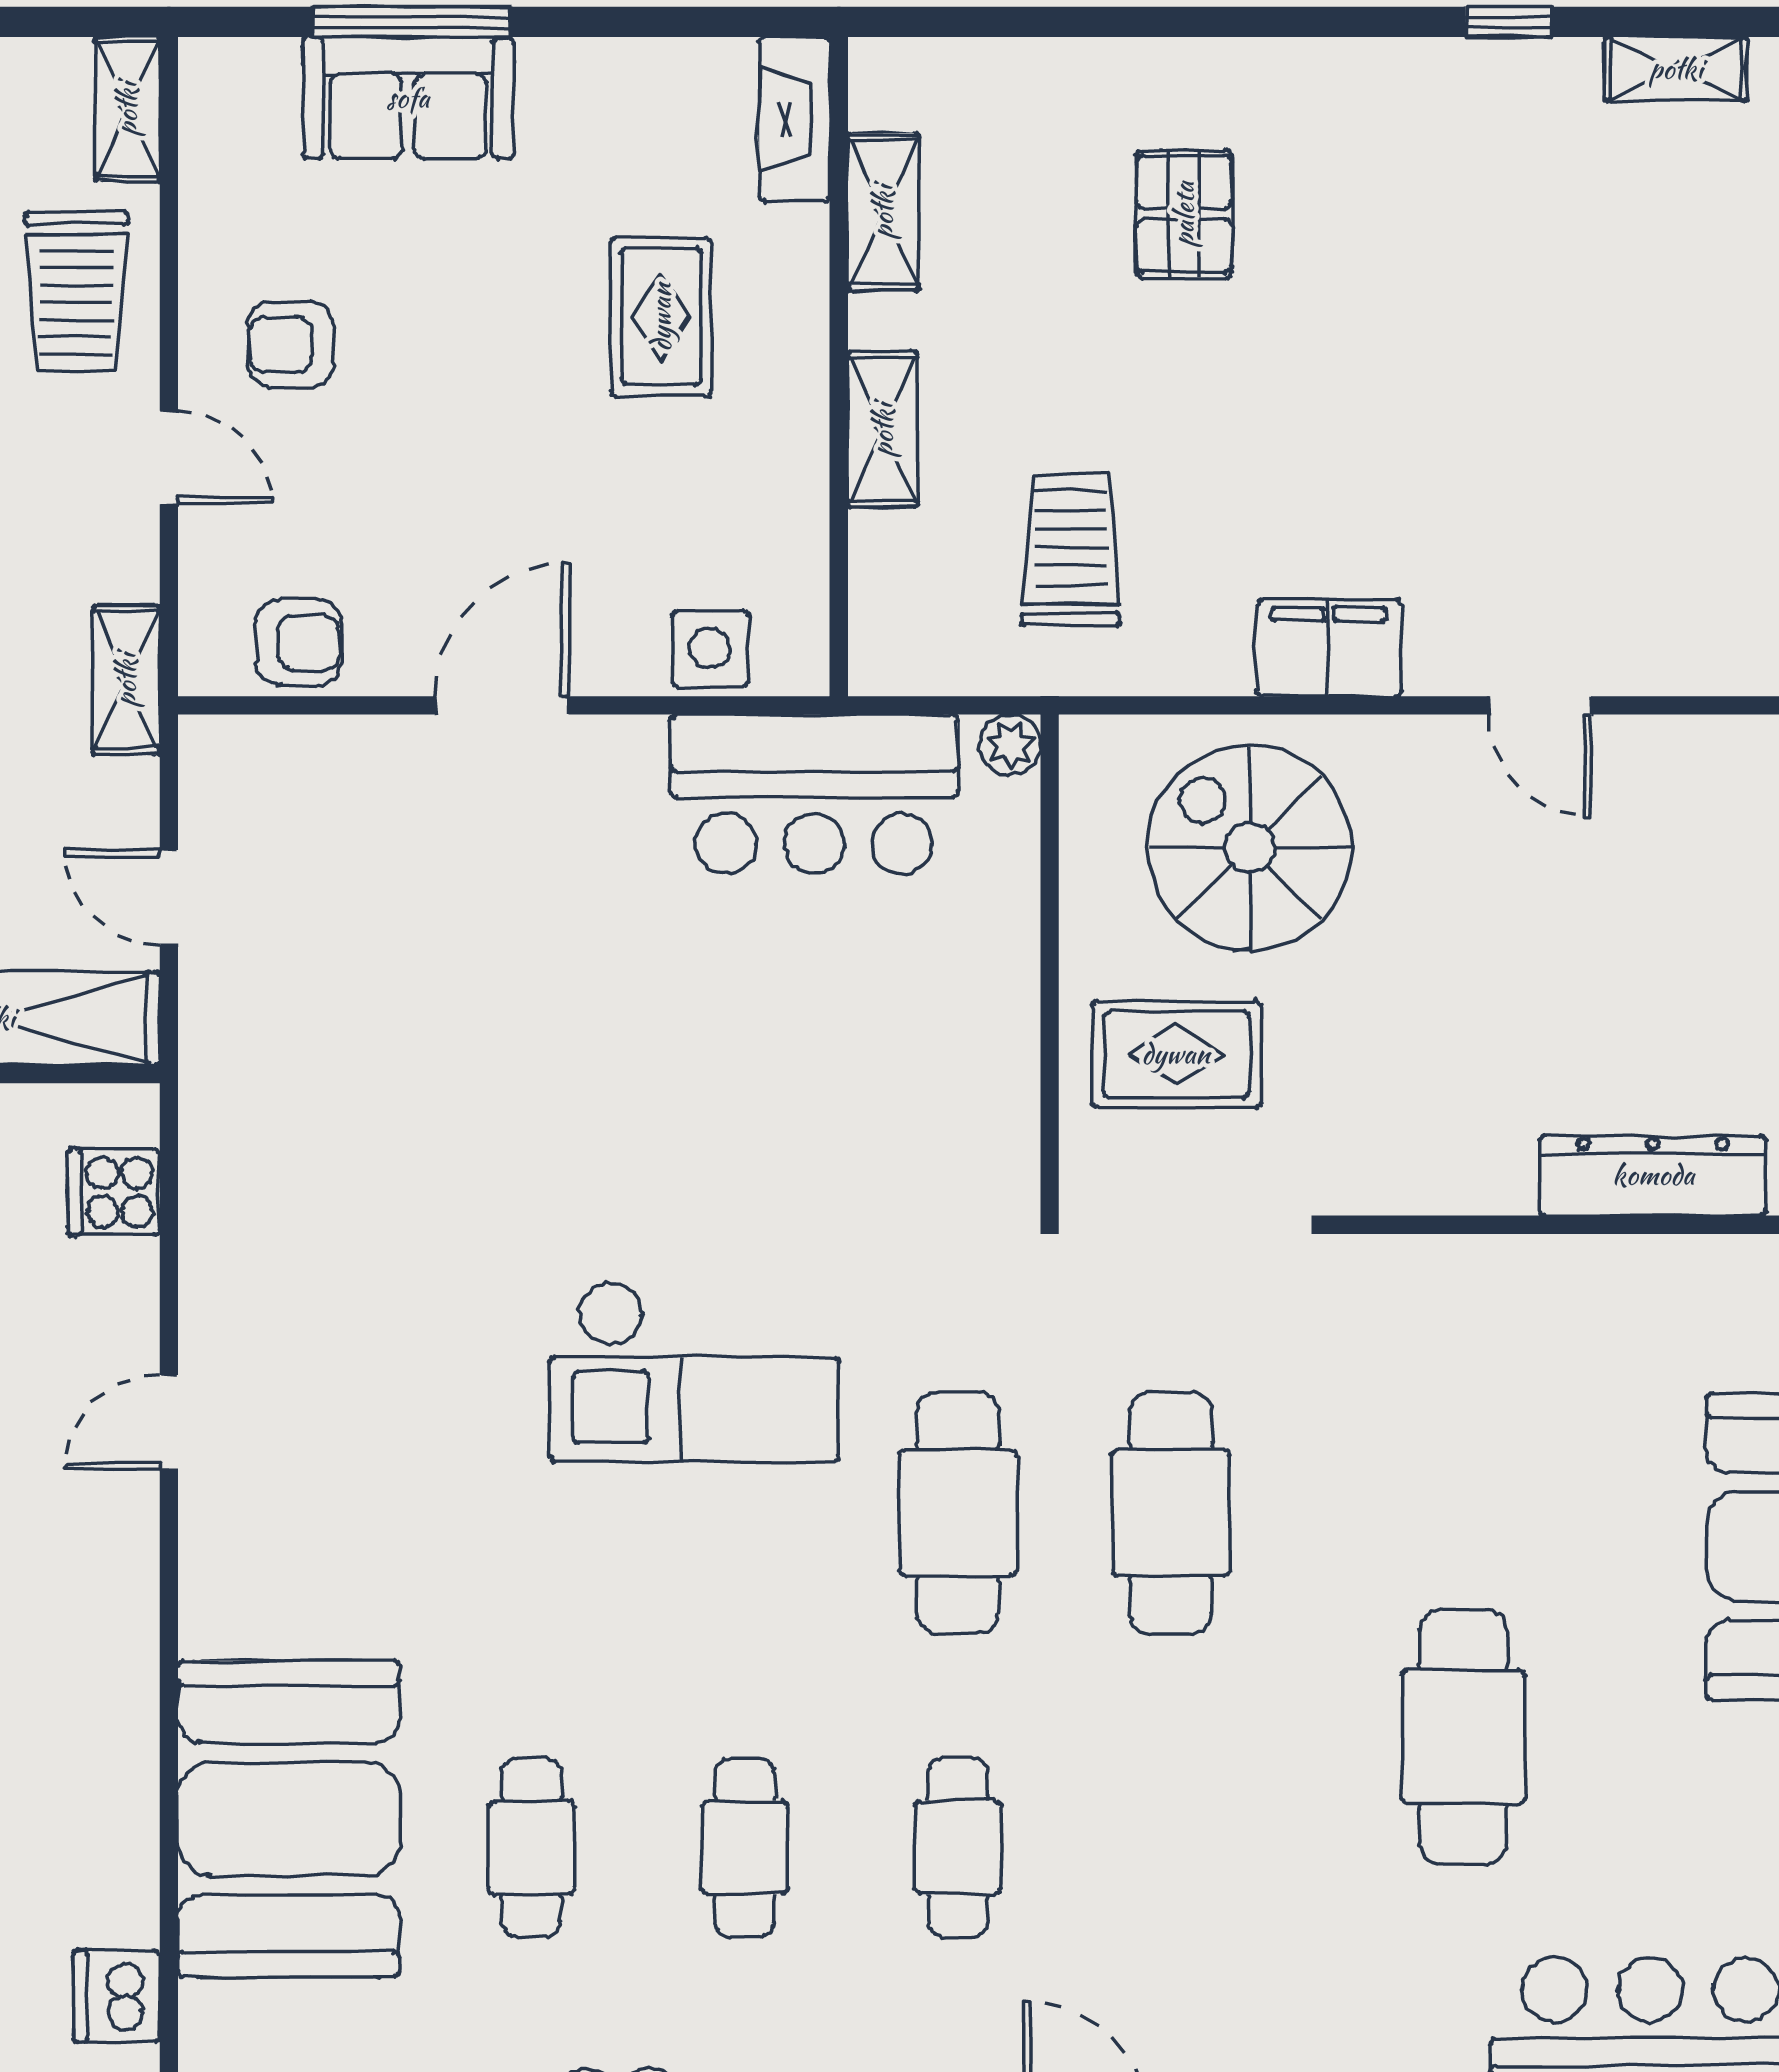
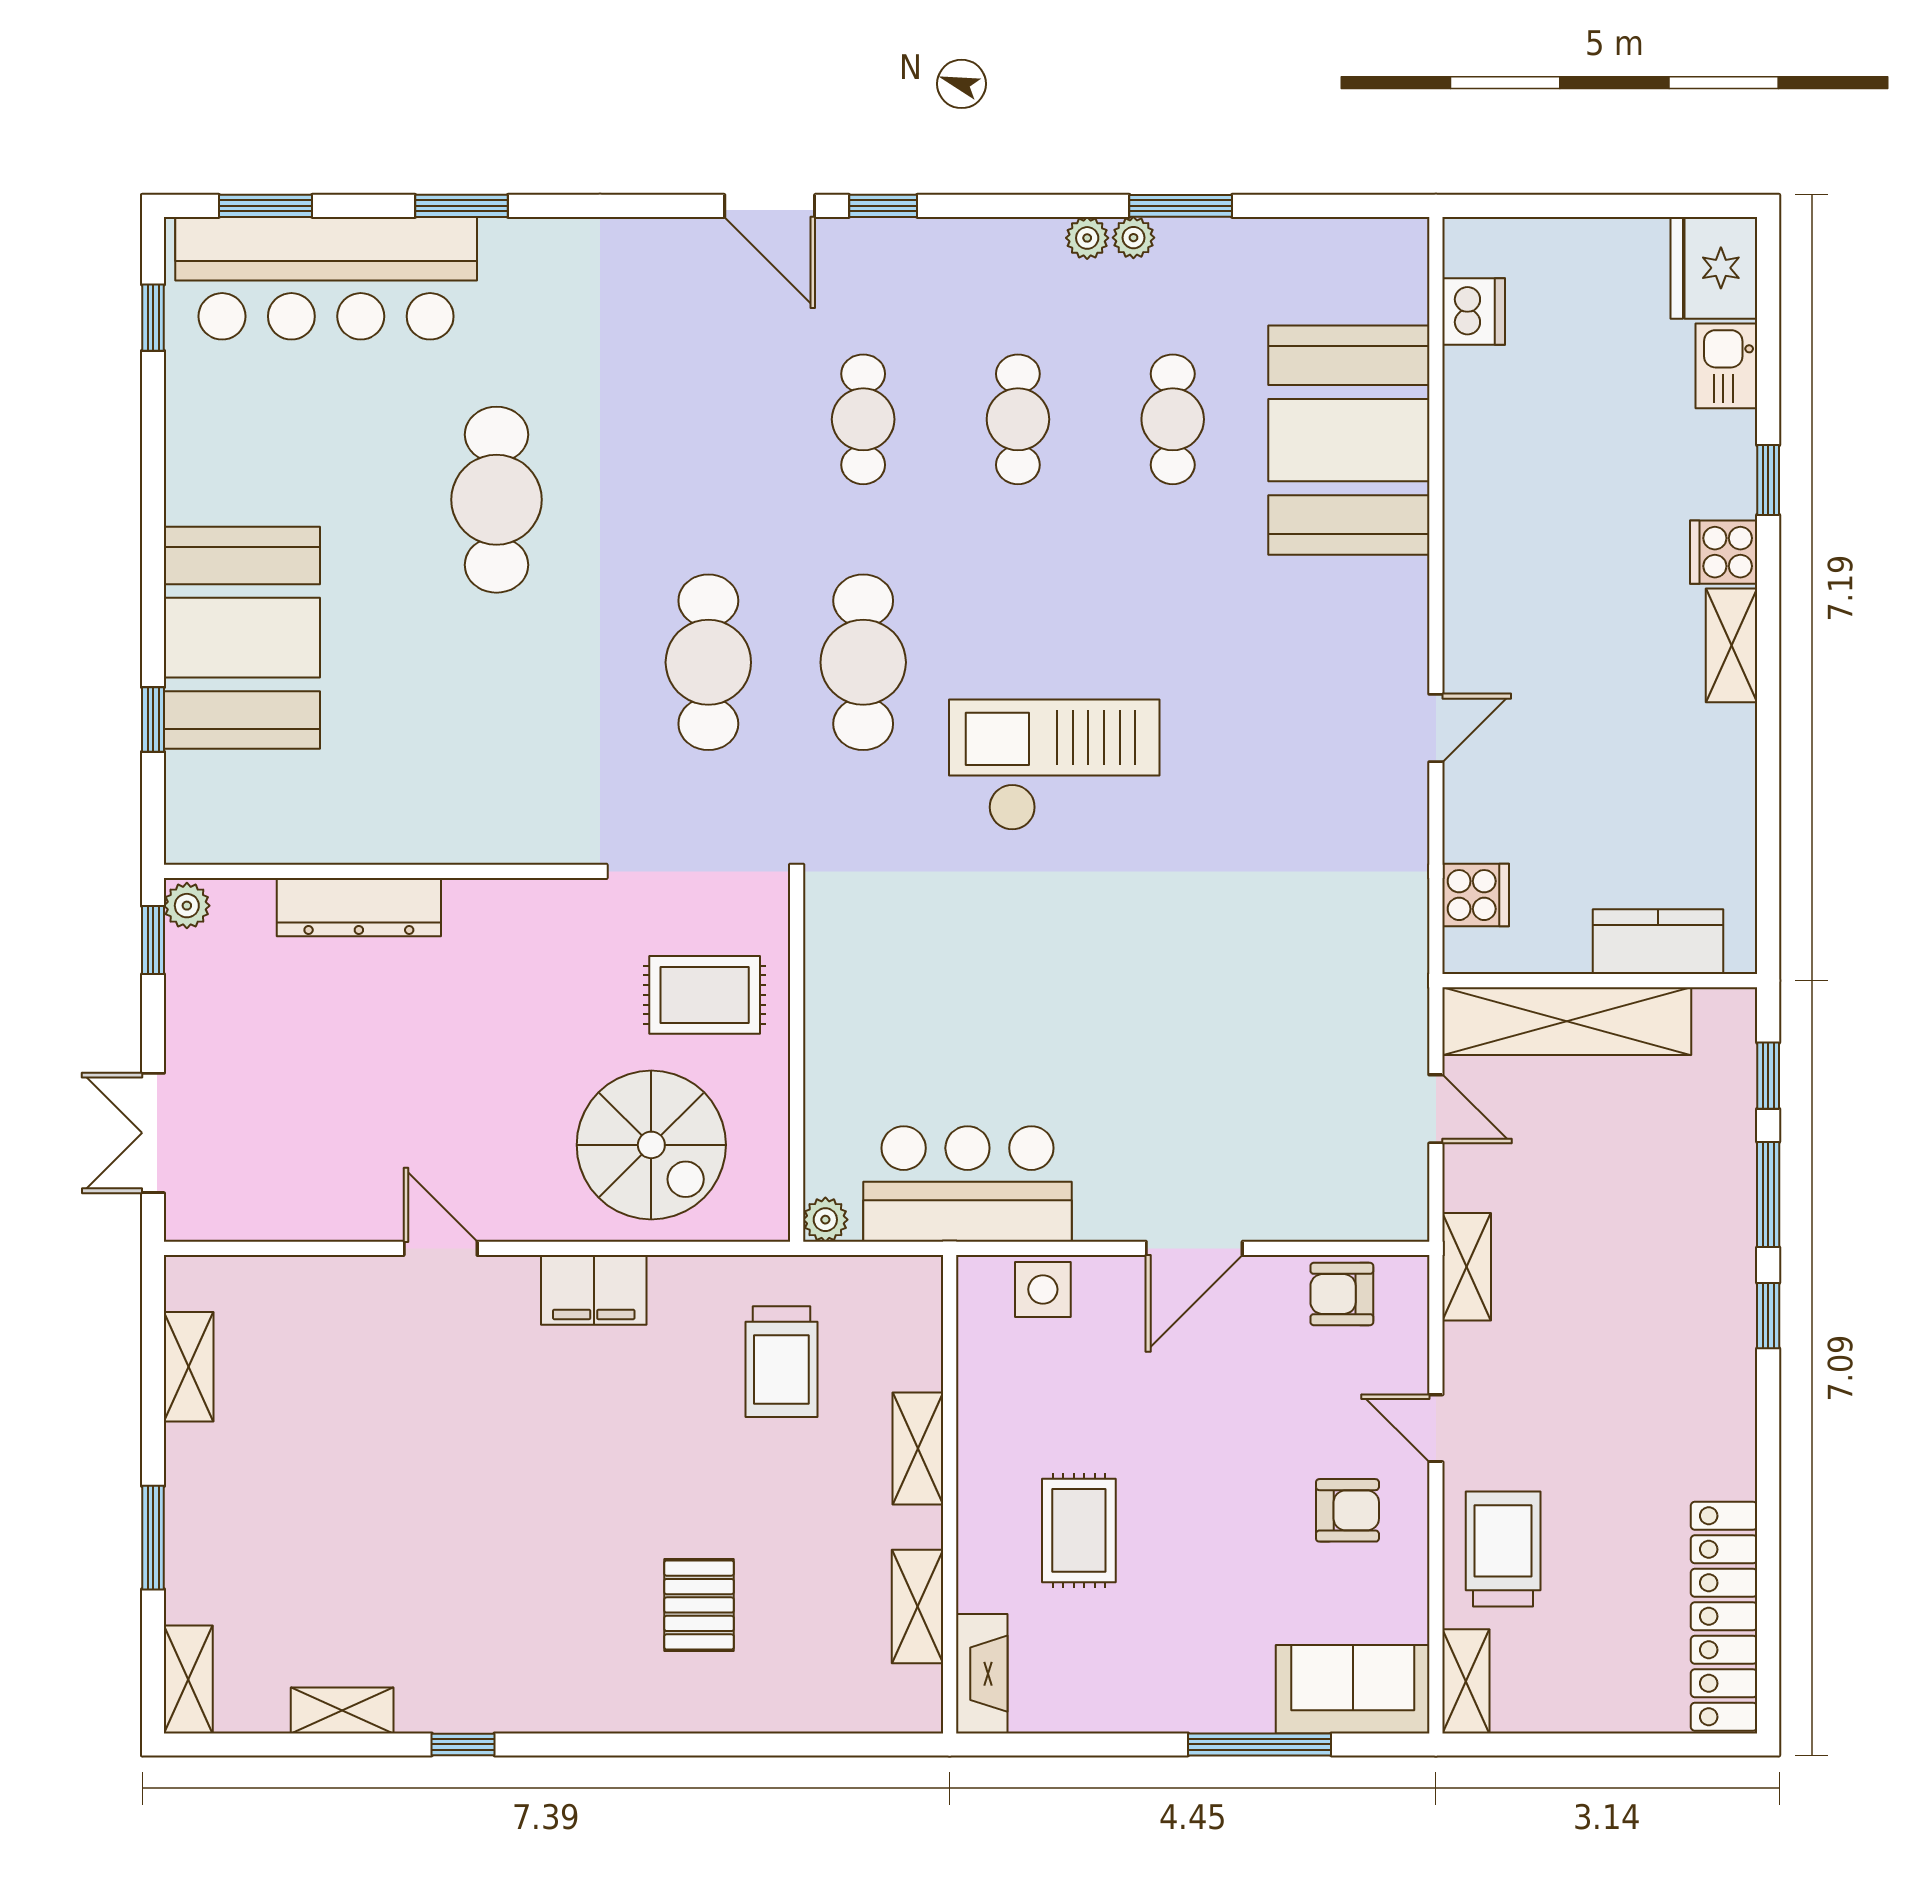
sofa: (408, 98) -> (1353, 1689), moved

